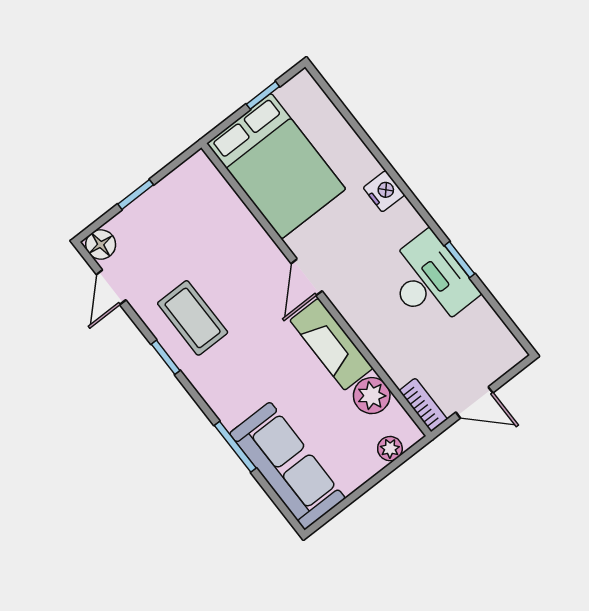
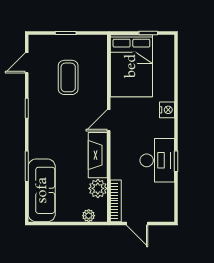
floor lamp: (101, 244) -> (36, 42), removed
coffee table: (193, 318) -> (68, 77), moved
bookcase: (423, 405) -> (116, 201), width x1.56

